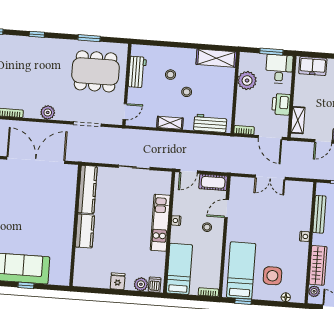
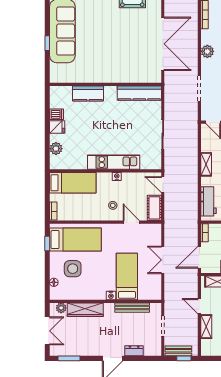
bed: (285, 217) -> (127, 277), added
kitchen counter: (85, 231) -> (88, 94), moved
dishwasher: (155, 285) -> (57, 114), moved

